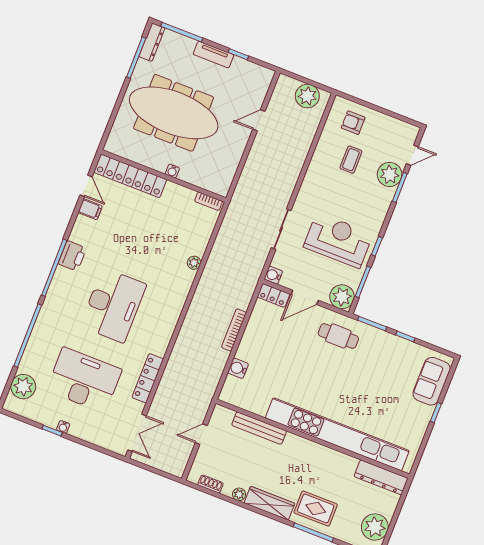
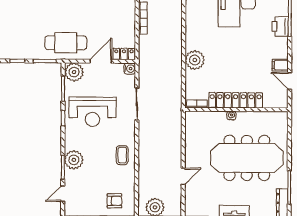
coffee table: (351, 160) -> (122, 155), moved
plant: (390, 174) -> (74, 160), moved
locker: (130, 176) -> (236, 100), moved
plant: (194, 263) -> (195, 60), width x1.88, depth x1.88
cafe table: (338, 336) -> (66, 43), width x1.37, depth x1.35

